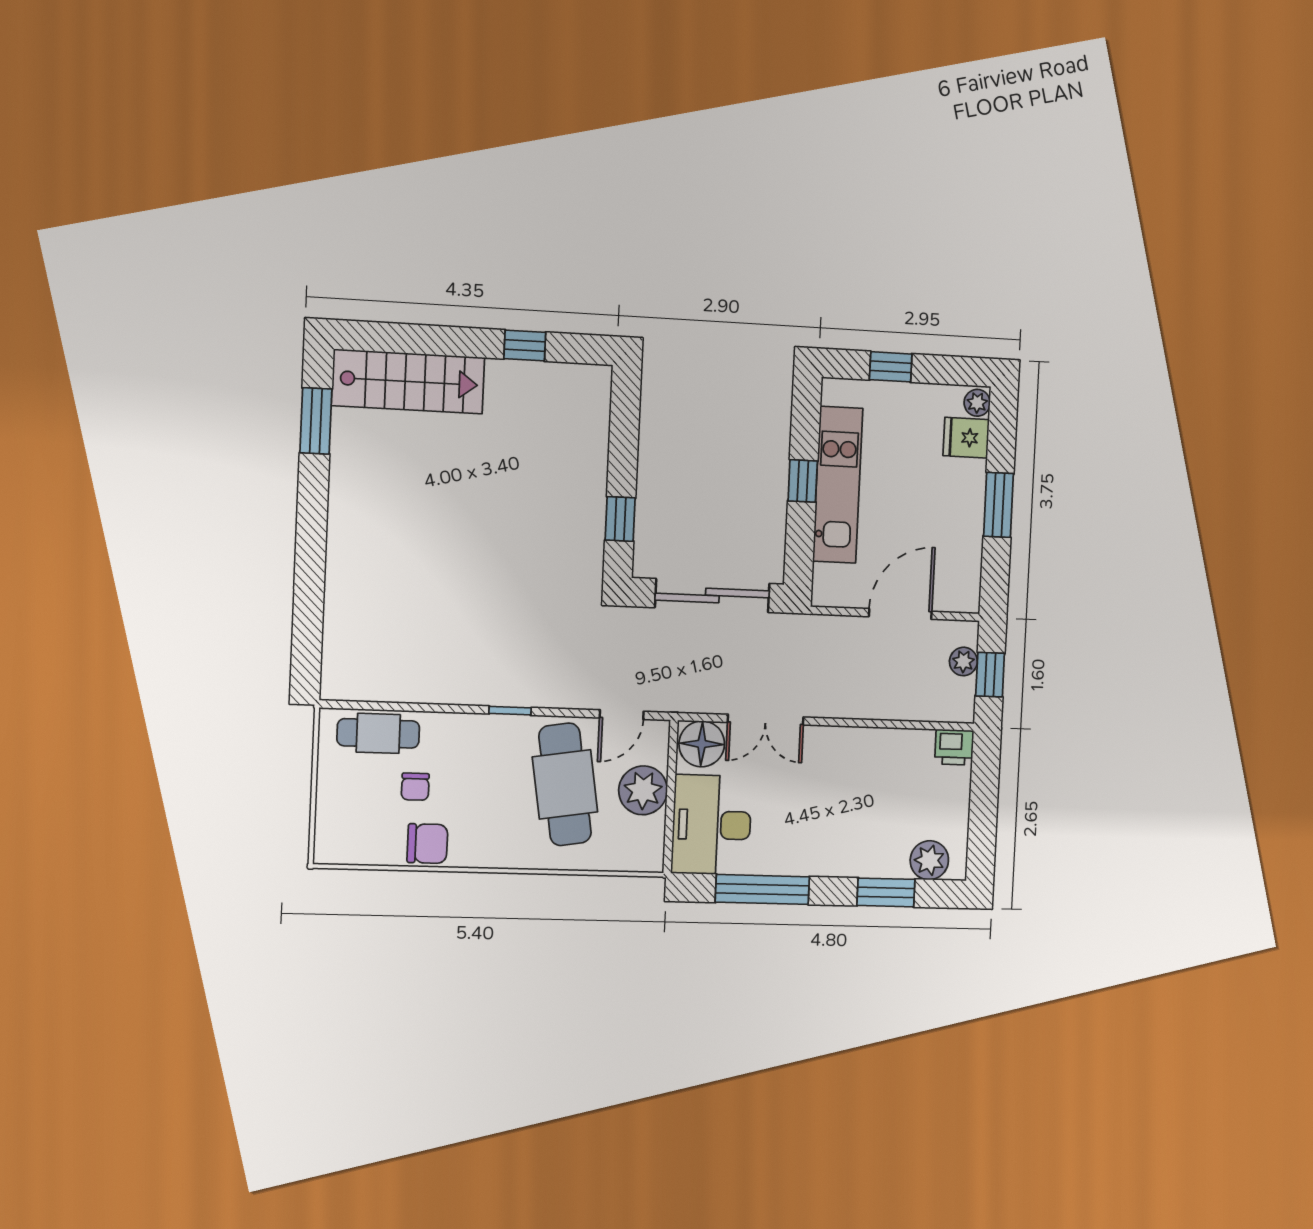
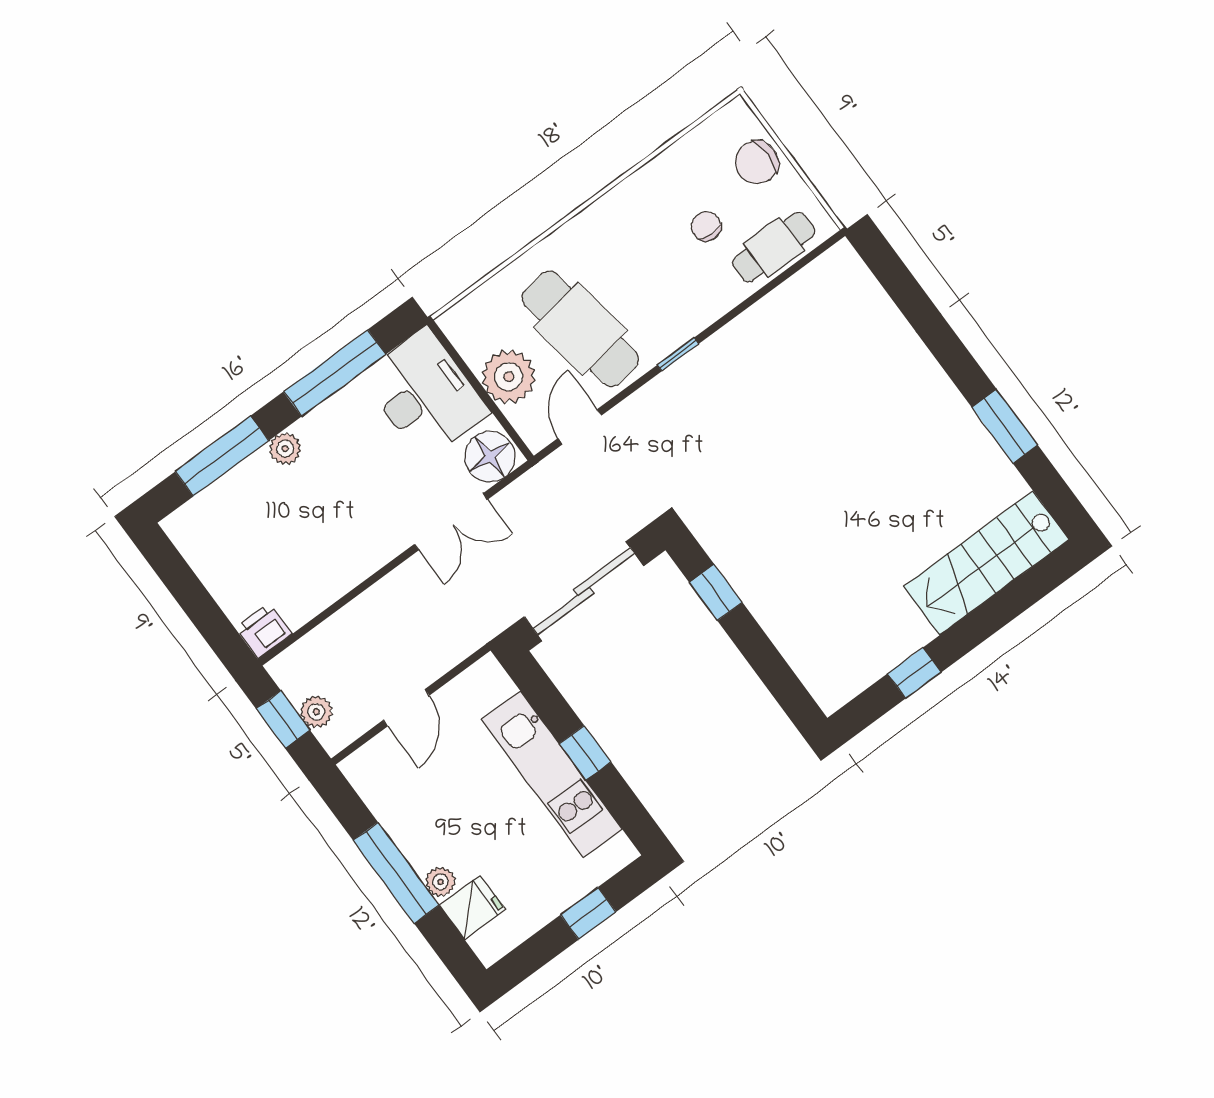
plant: (977, 403) -> (440, 882), moved
window: (316, 421) -> (1005, 426), moved
window: (999, 505) -> (396, 873), width x1.44
door: (900, 614) -> (406, 708), width x0.73
double door: (766, 720) -> (451, 522), swing flipped
chair: (427, 844) -> (757, 162), moved
plant: (929, 860) -> (285, 449), moved, width x0.73, depth x0.73
window: (886, 892) -> (222, 456), width x1.44

